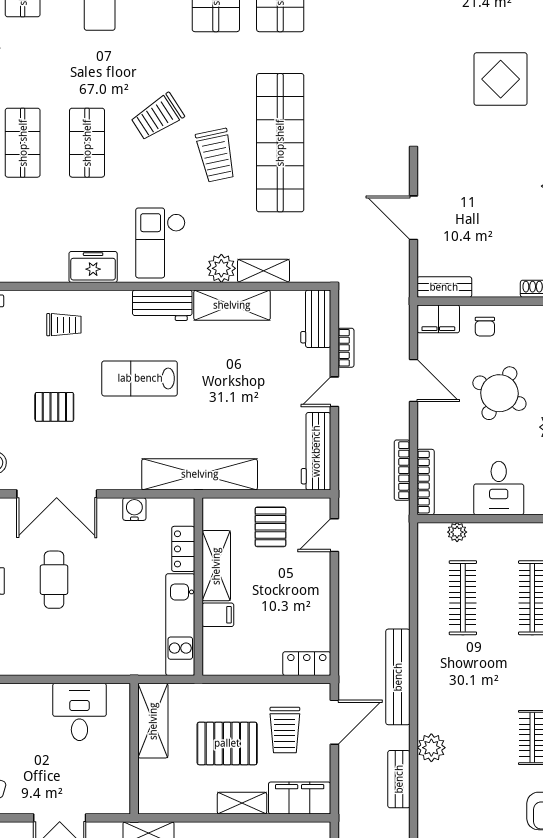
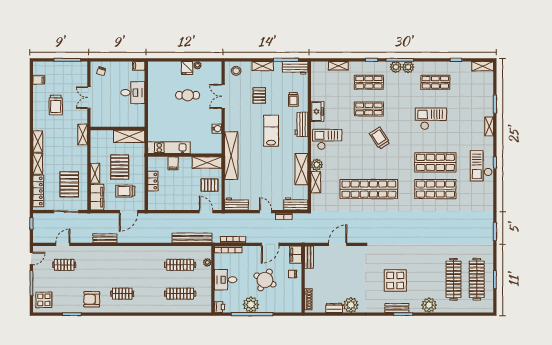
trolley: (216, 155) -> (364, 162), removed
workbench: (162, 305) -> (301, 124), moved
workbench: (316, 451) -> (236, 204), width x0.73
double door: (57, 494) -> (223, 96), width x0.73
locker: (183, 549) -> (200, 149), removed
shelving: (216, 566) -> (207, 163), moved
locker: (307, 664) -> (153, 181), moved
bench: (398, 677) -> (192, 238), moved
desk: (79, 712) -> (133, 93), moved
door: (334, 722) -> (128, 212), hinge flipped
plant: (431, 748) -> (118, 252), removed

